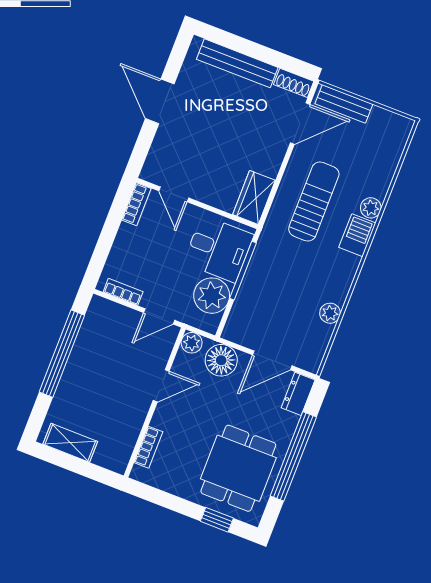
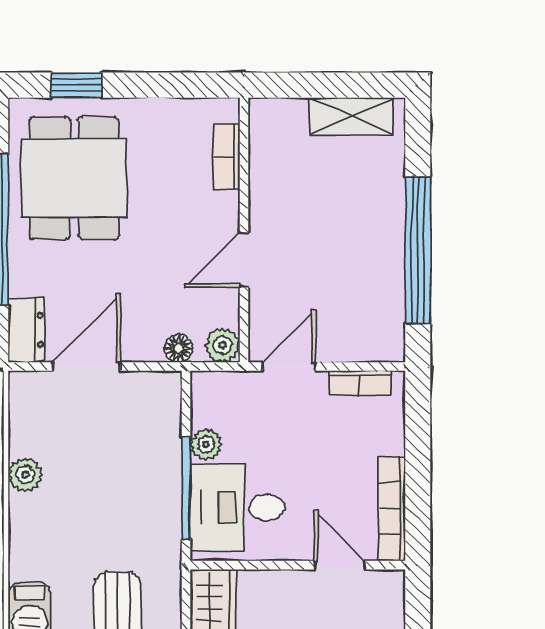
bookcase: (136, 204) -> (392, 509), width x1.56
plant: (212, 296) -> (206, 444), width x0.53, depth x0.53
floor lamp: (221, 360) -> (178, 348), width x0.53, depth x0.53

